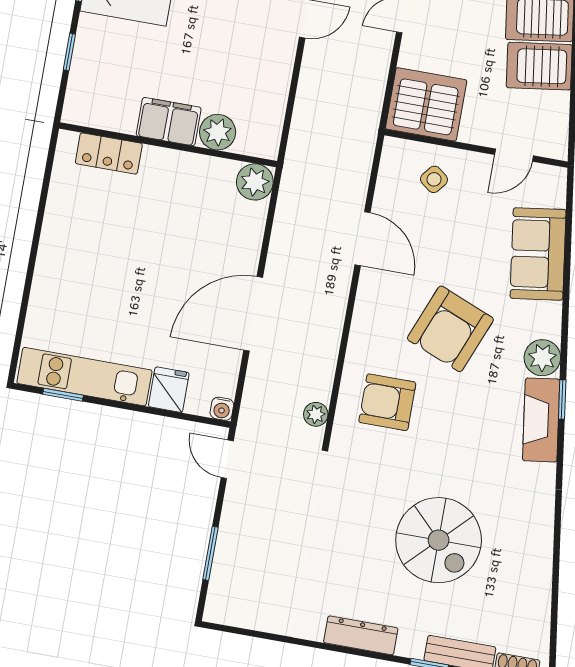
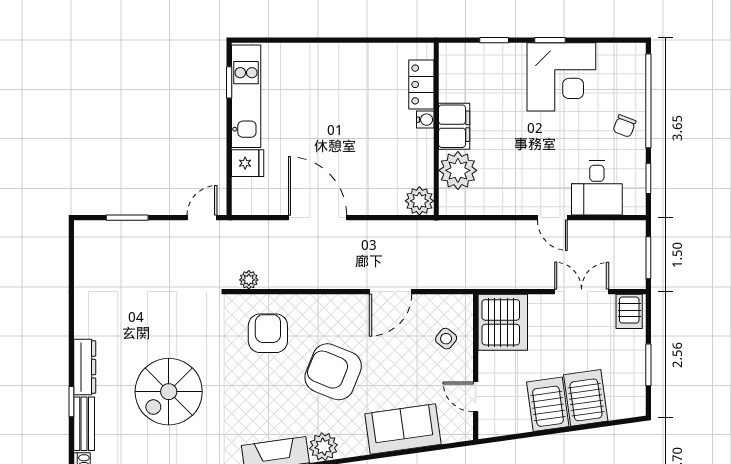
plant: (218, 132) -> (458, 170), width x1.36, depth x1.36
water cooler: (222, 409) -> (425, 120), moved, turned 180
dresser: (361, 635) -> (85, 367), moved

